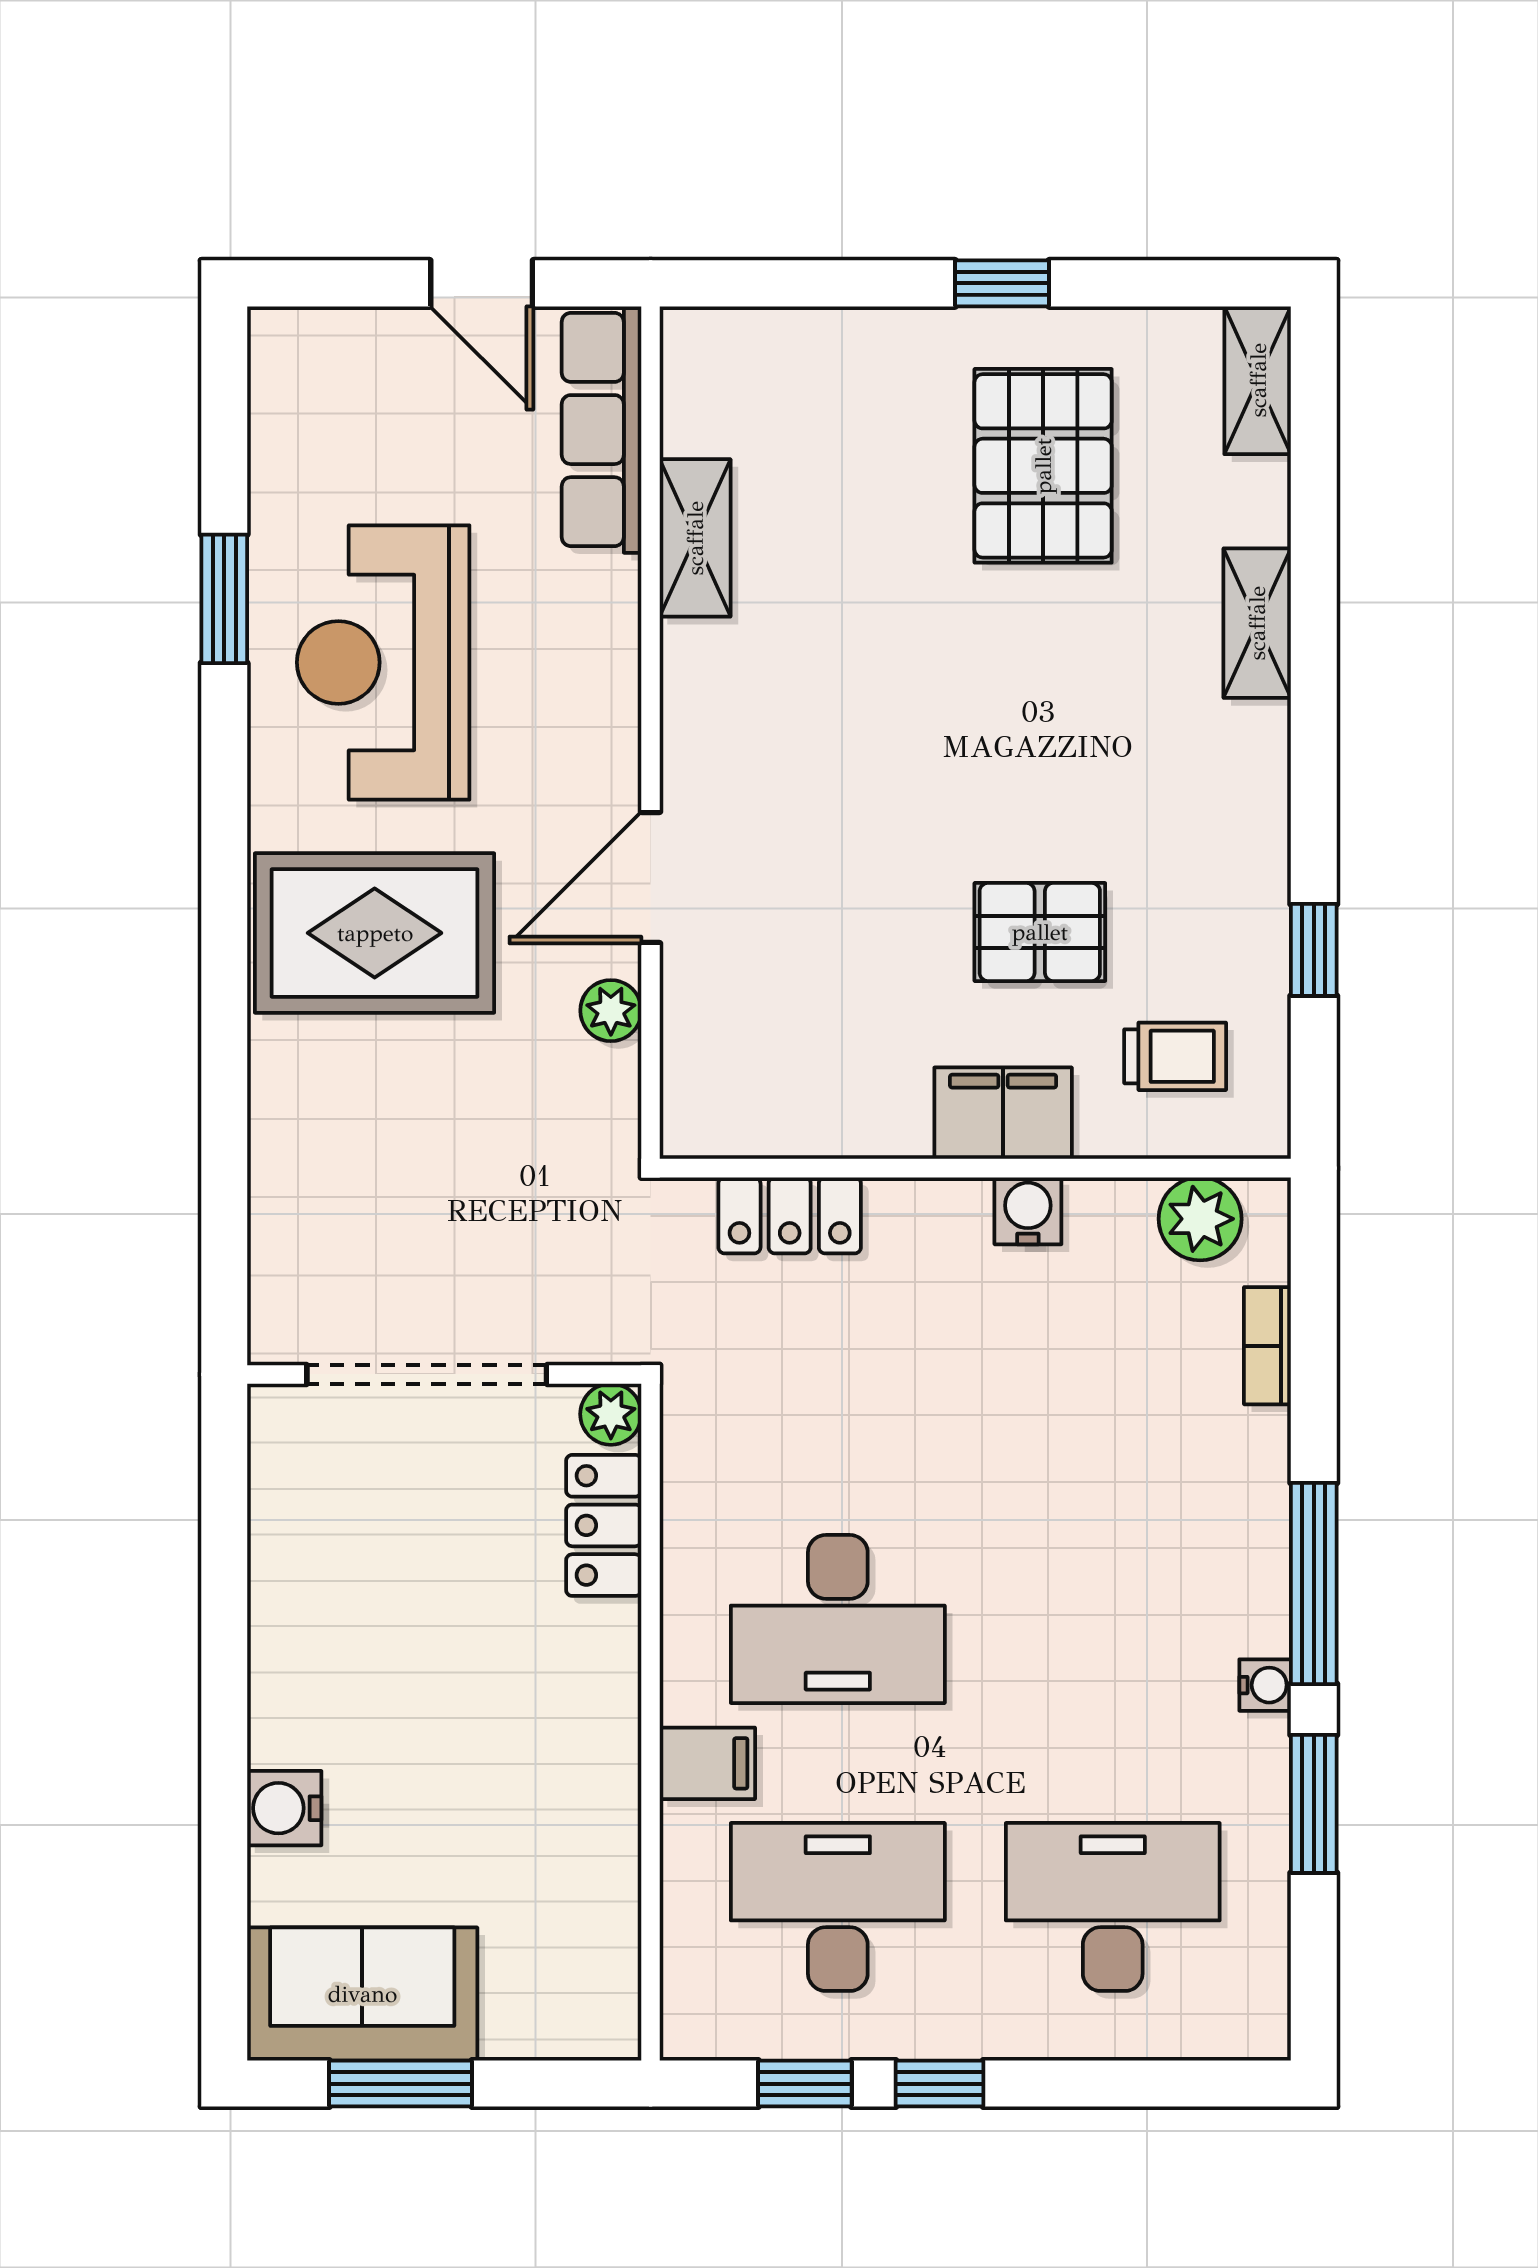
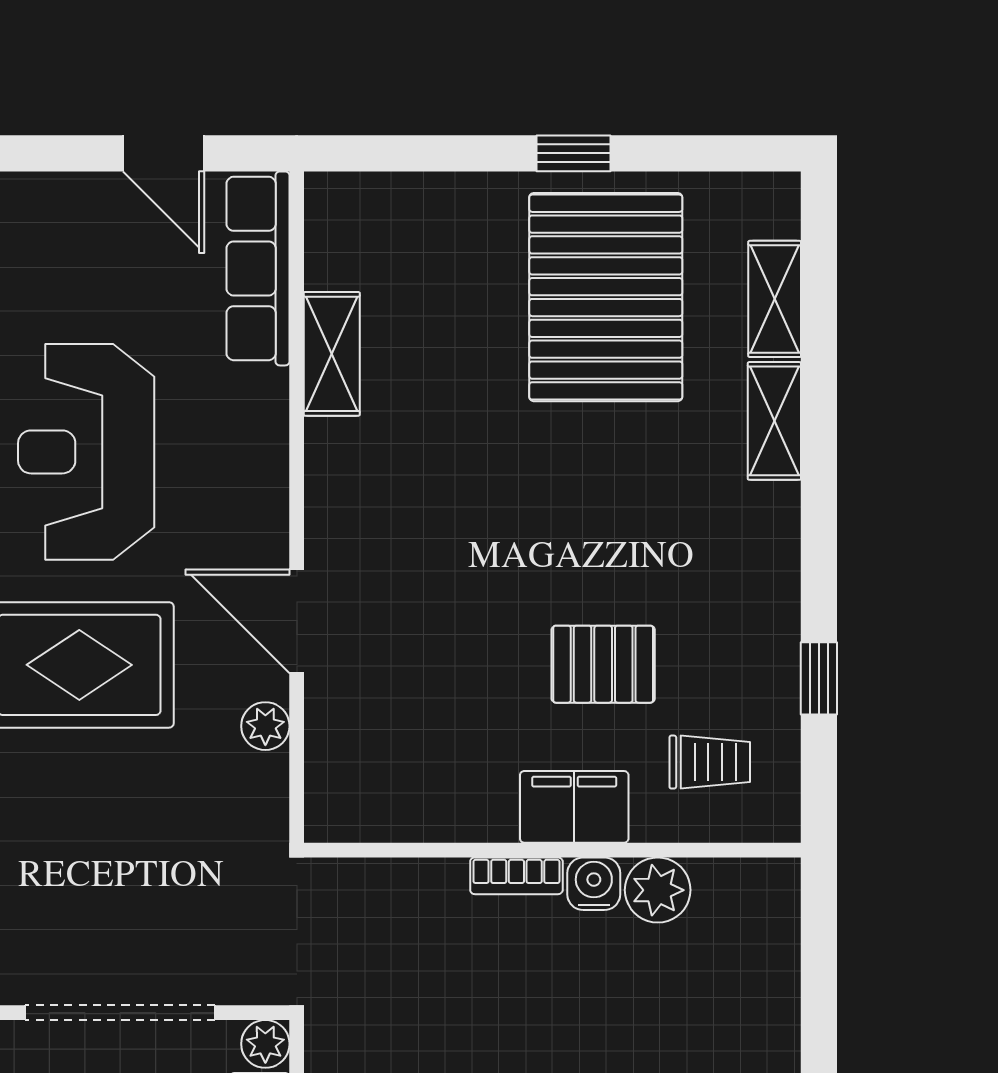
shelving: (1258, 380) -> (775, 299), moved
pallet: (1043, 466) -> (606, 297), width x1.37, depth x1.41
door: (651, 878) -> (297, 621), hinge flipped
locker: (790, 1215) -> (406, 887), removed
plant: (1200, 1219) -> (658, 890), moved
bookcase: (1267, 1346) -> (516, 876), moved, turned -90

